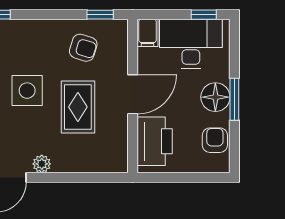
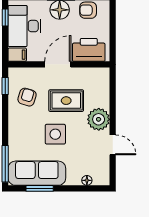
door: (133, 94) -> (58, 64), hinge flipped
plant: (42, 164) -> (99, 119), width x1.87, depth x1.87

